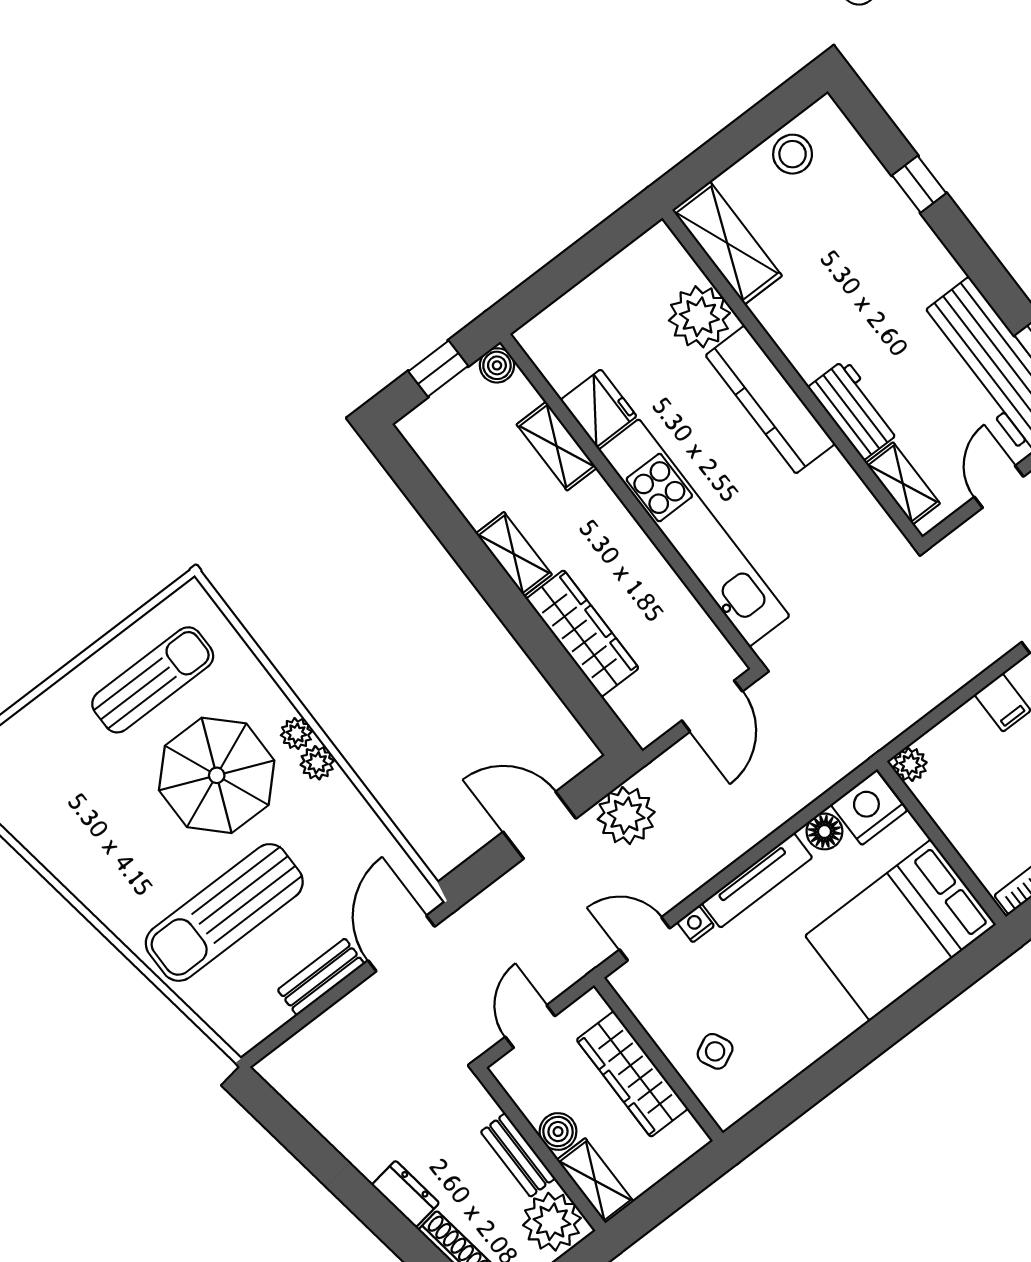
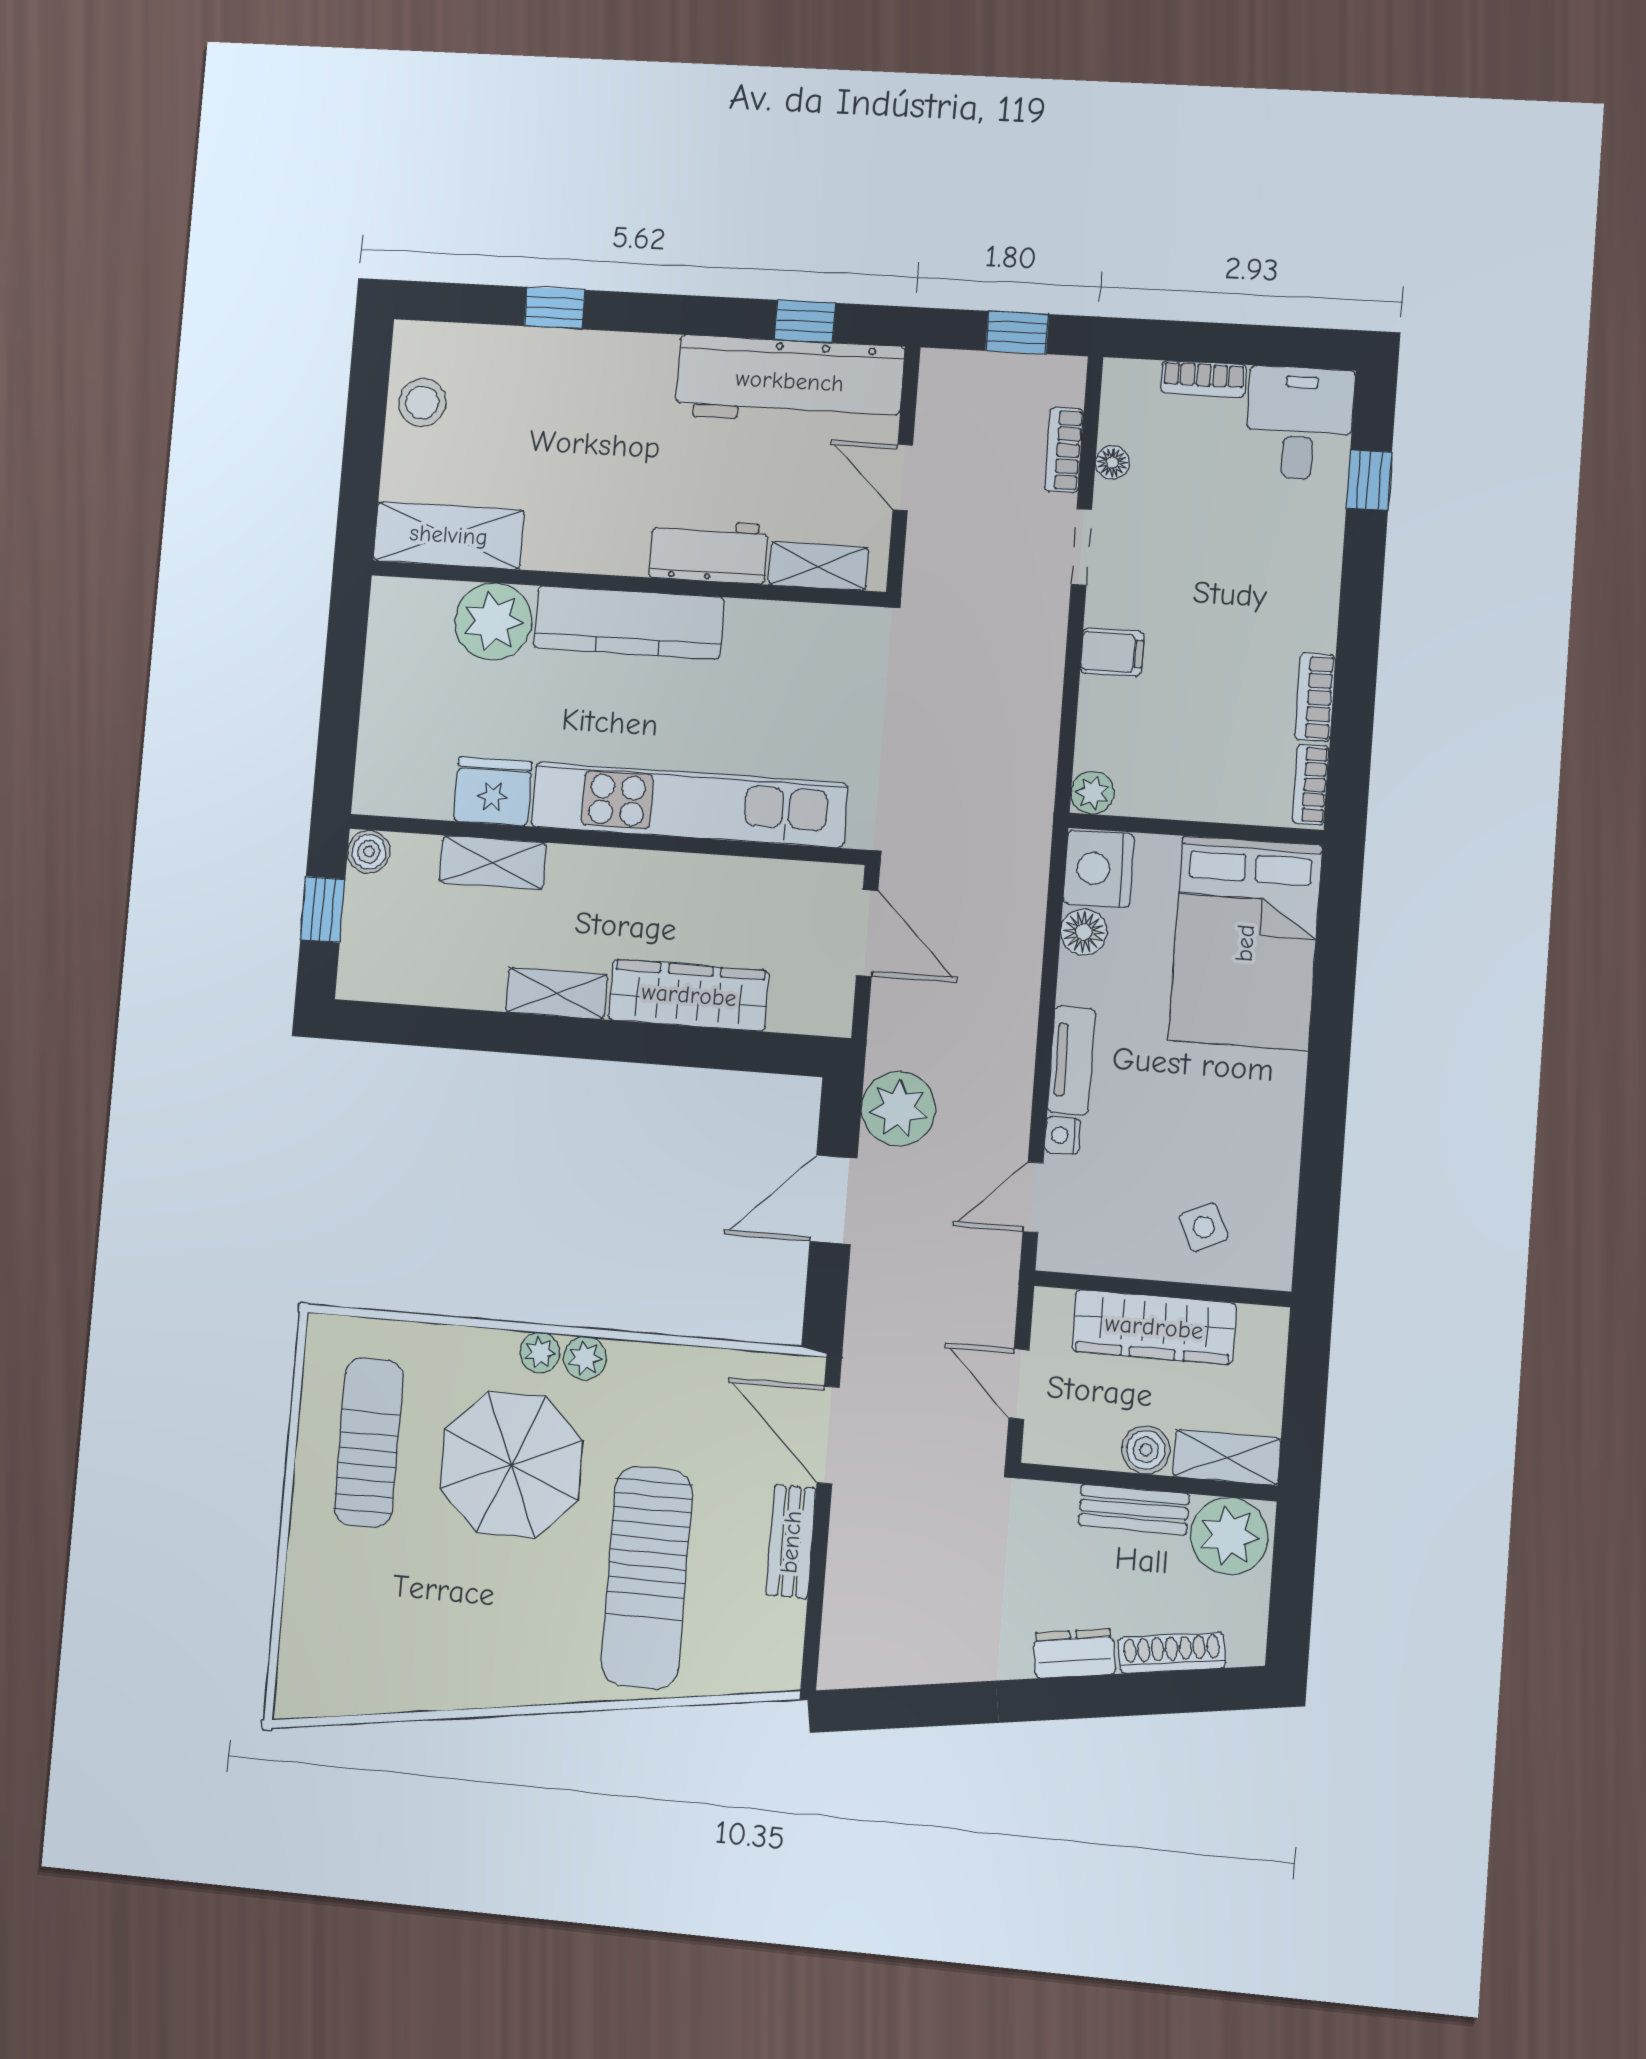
tv unit: (757, 880) -> (1071, 1060), width x0.71

